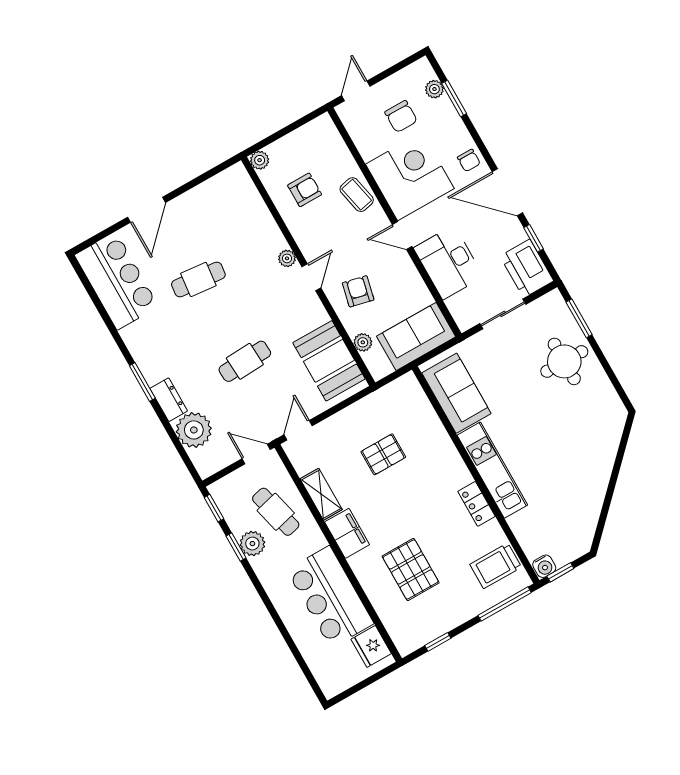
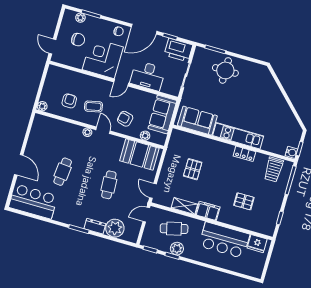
coffee table: (357, 195) -> (93, 106), moved
pallet: (411, 569) -> (244, 201), width x0.67, depth x0.71

